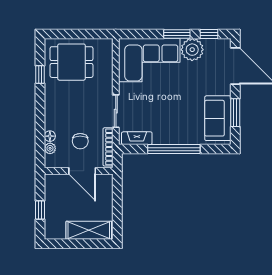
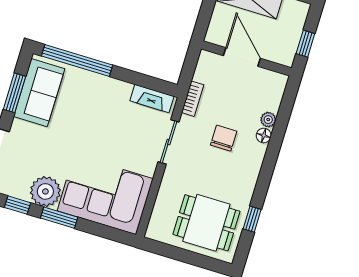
chair: (80, 141) -> (224, 138), moved
bookcase: (108, 147) -> (193, 99), width x0.64
window: (174, 149) -> (77, 61), moved
wall: (79, 171) -> (246, 58), moved
door: (82, 171) -> (242, 57), moved

